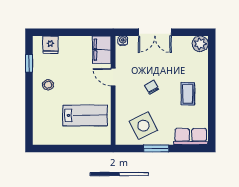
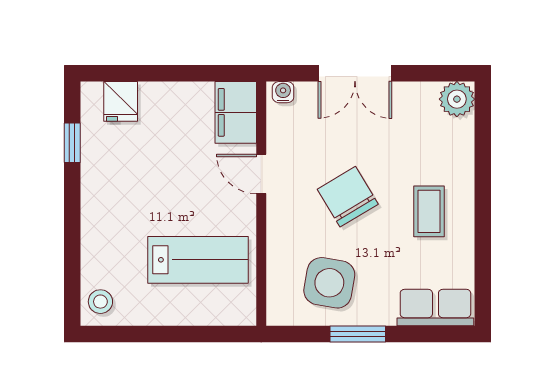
stool: (48, 85) -> (100, 302), moved
chair: (152, 87) -> (348, 197), width x1.87, depth x1.87
side table: (143, 126) -> (329, 283), turned 37

